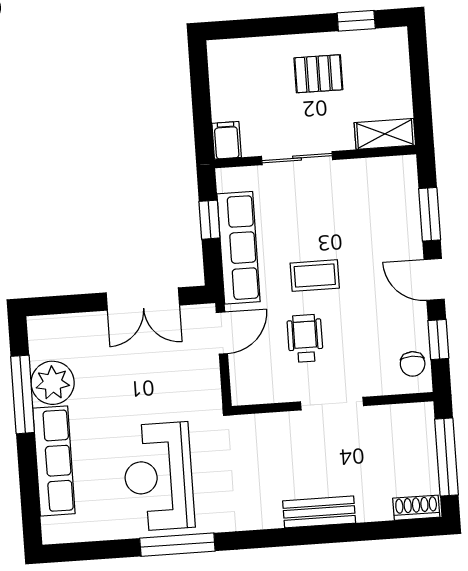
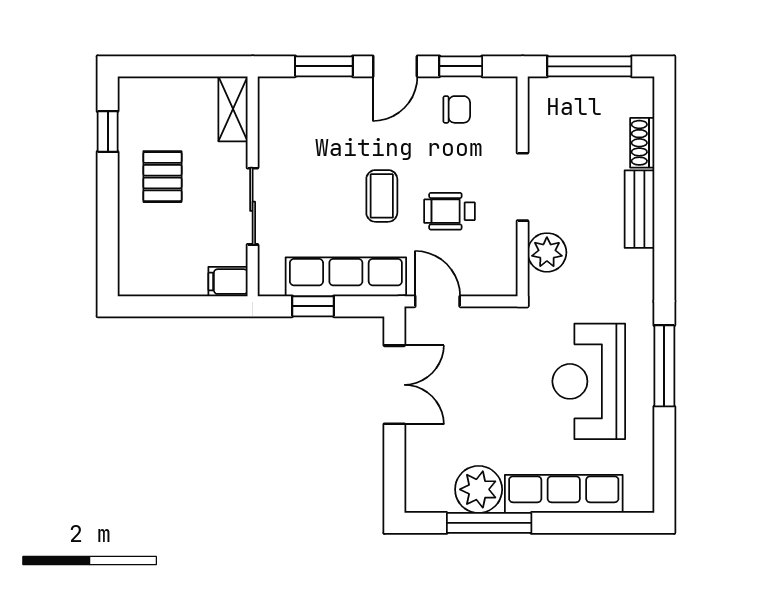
chair: (413, 364) -> (457, 109), moved
plant: (274, 430) -> (547, 252), added
reception desk: (158, 477) -> (589, 381), turned 90
shoe rack: (416, 508) -> (642, 143), moved

